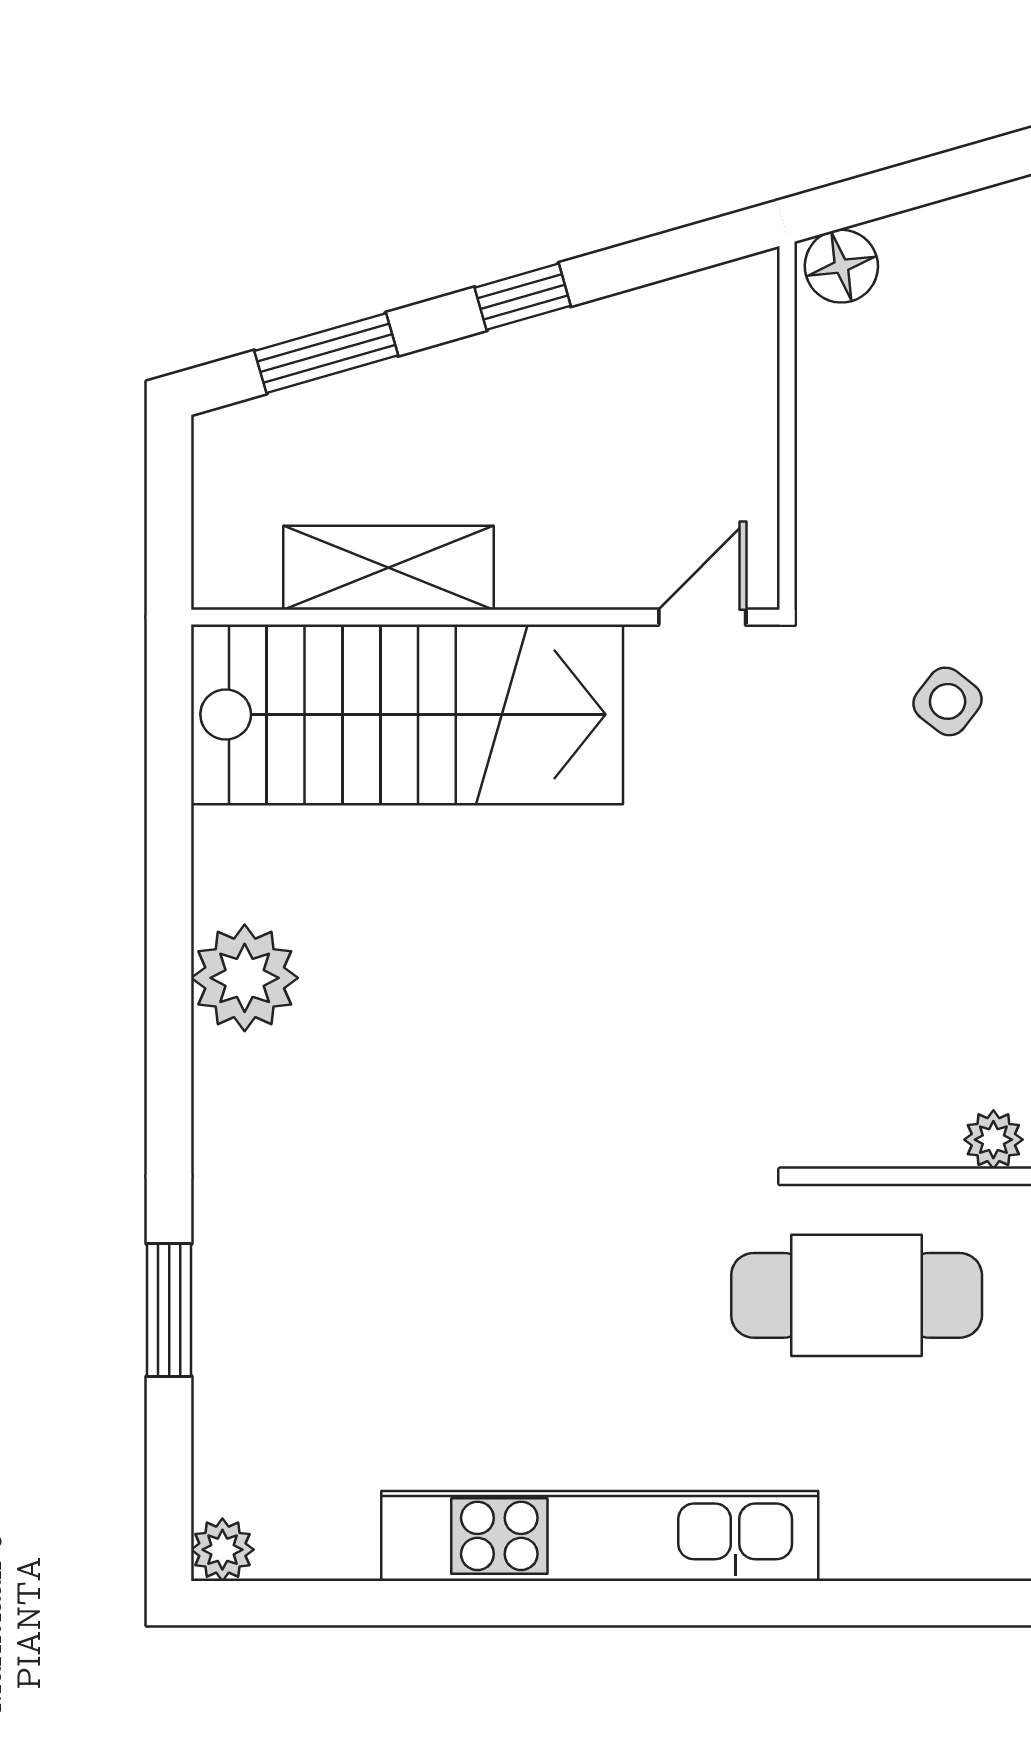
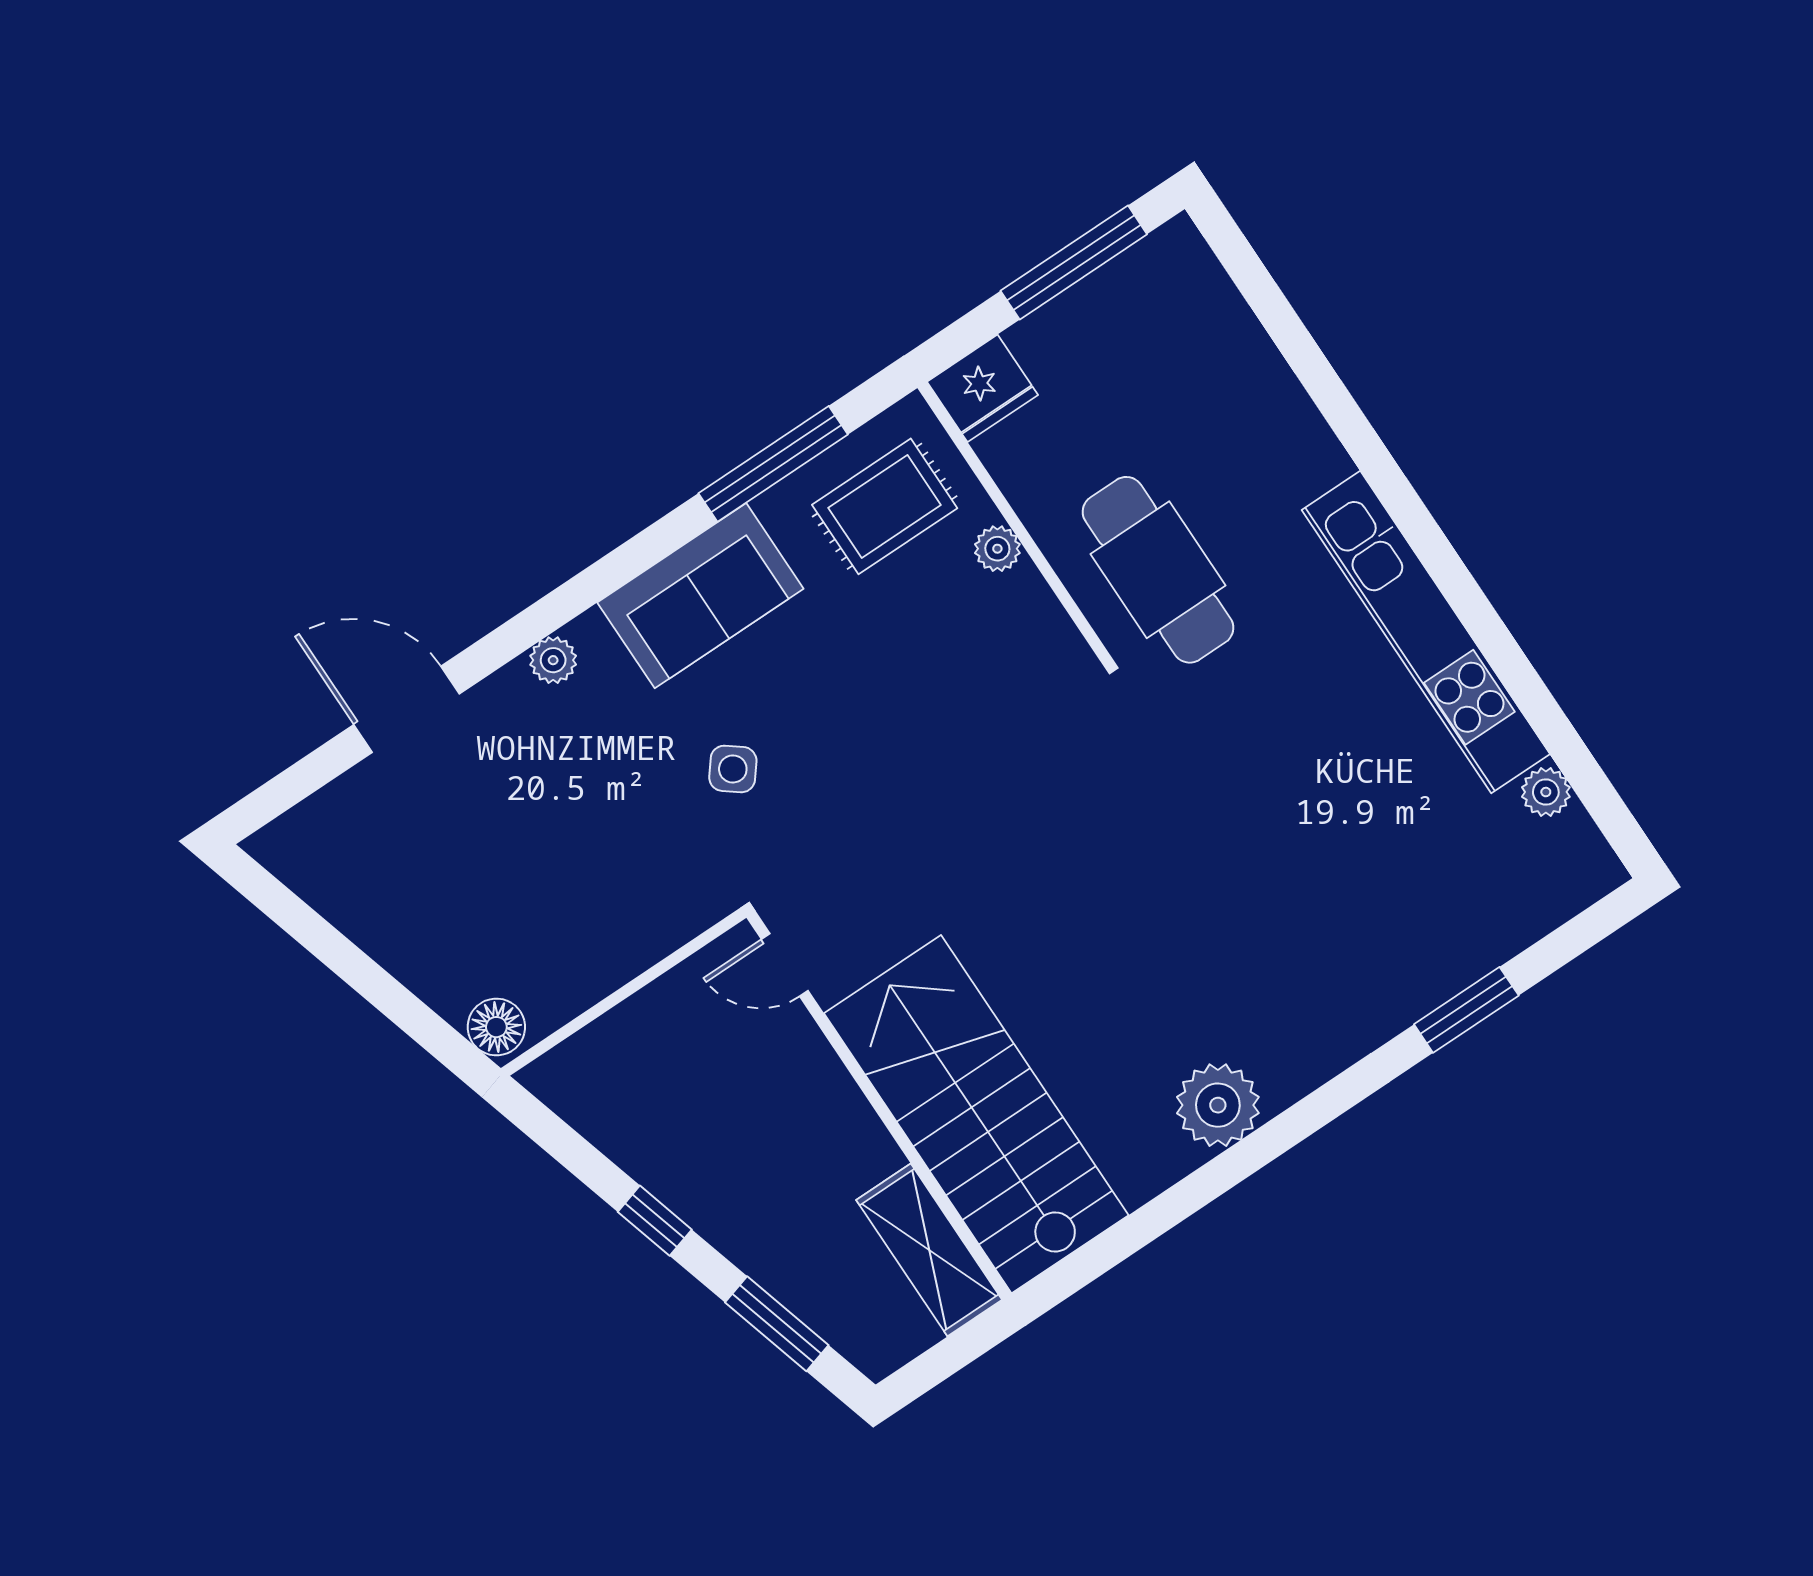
shelving: (389, 568) -> (929, 1250), moved
plant: (222, 1550) -> (1546, 792), moved

